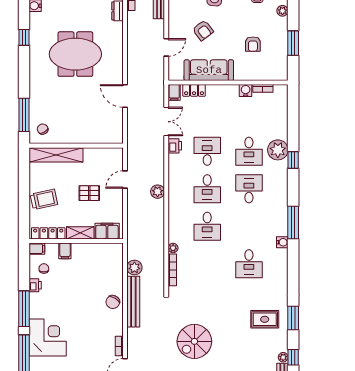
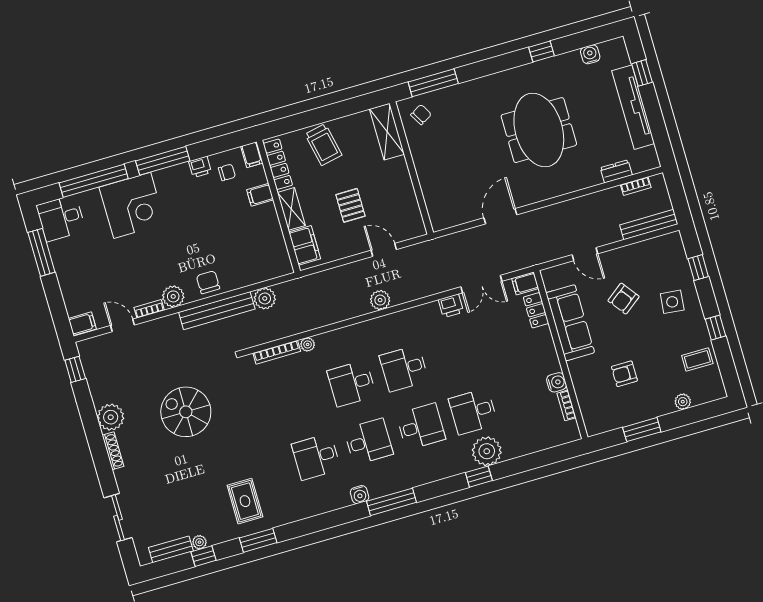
desk: (207, 151) -> (368, 442), moved
shelving: (56, 155) -> (387, 132), width x0.68
chair: (113, 302) -> (208, 282), turned 58
plant: (116, 328) -> (173, 296), added

